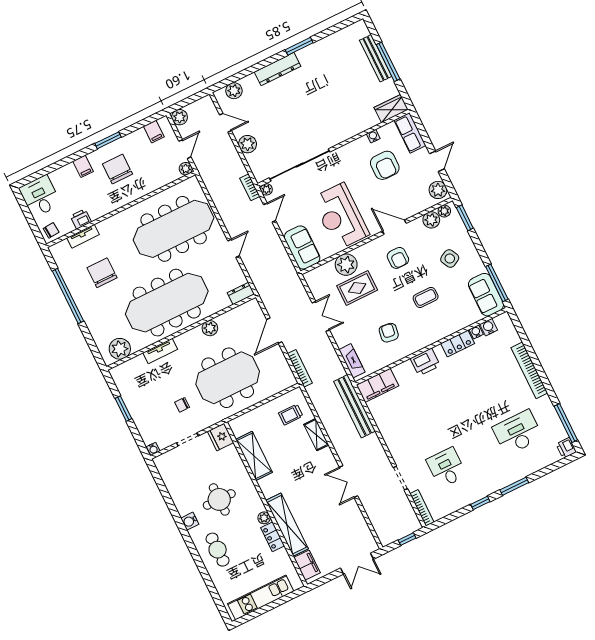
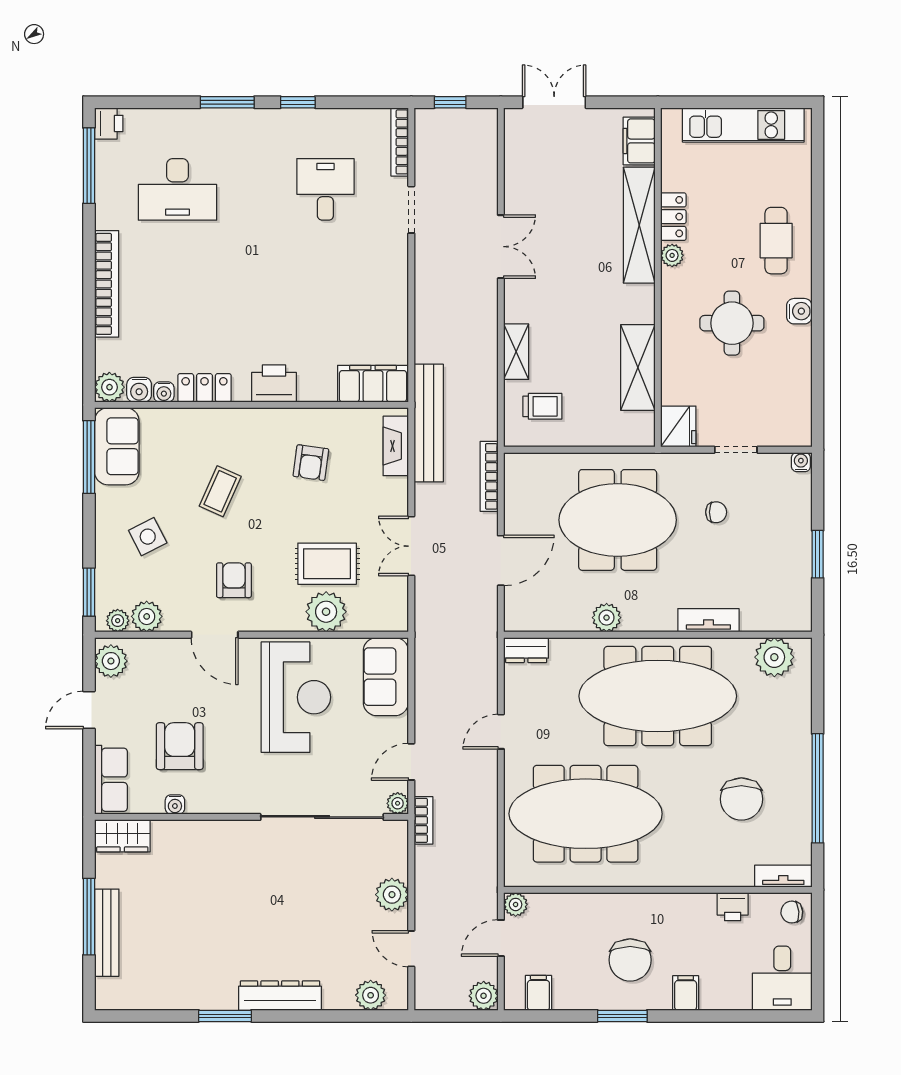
tv unit: (83, 236) -> (783, 876), moved
coffee table: (426, 297) -> (220, 491), turned -66
plant: (503, 321) -> (109, 387), added
bench: (355, 406) -> (429, 423), moved
desk: (446, 468) -> (325, 189), turned 180

